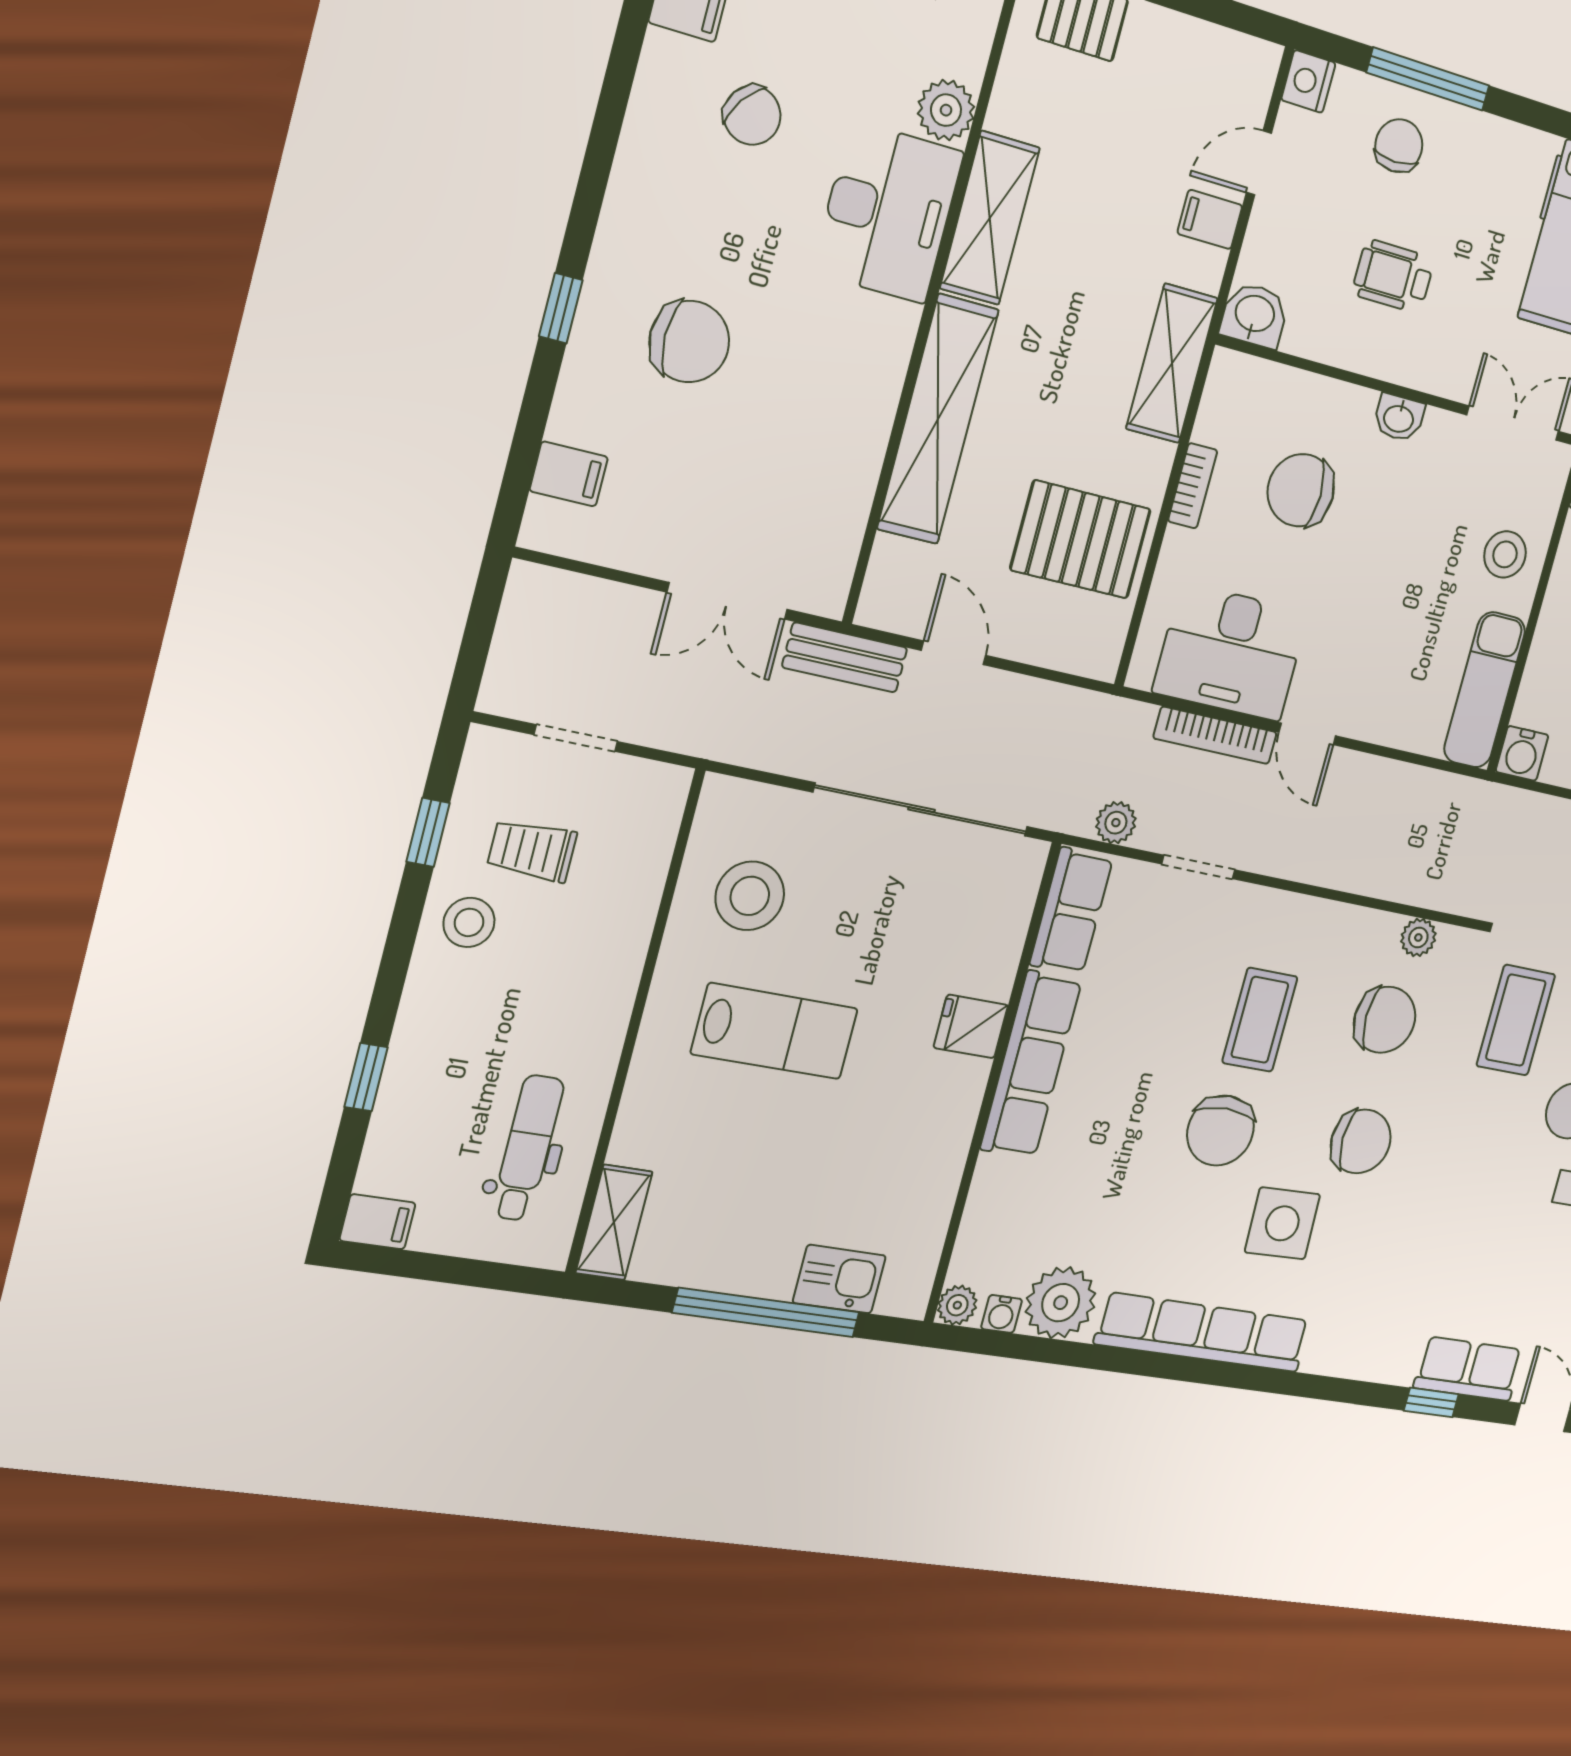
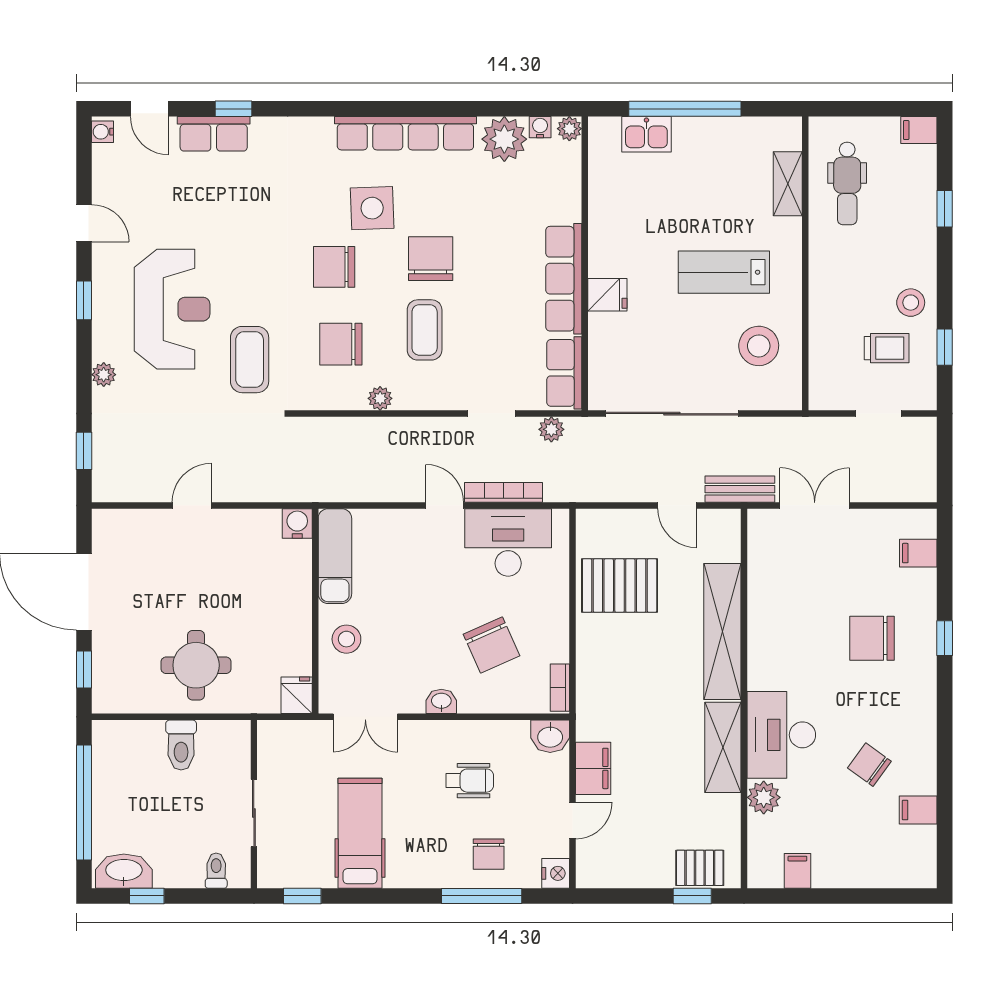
filing cabinet: (1210, 219) -> (593, 768), width x2.00
shelving: (1172, 363) -> (593, 697), removed
bookcase: (1193, 486) -> (560, 688), moved
chair: (1301, 490) -> (491, 645), turned 66
plant: (1418, 937) -> (380, 398), moved
shelving: (614, 1222) -> (788, 184), moved

